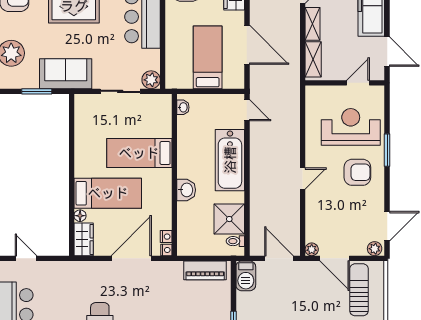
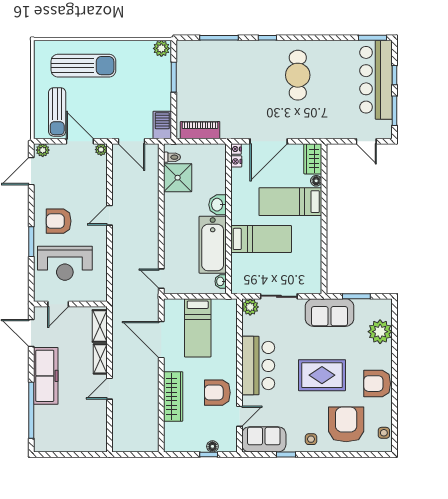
bathtub: (230, 160) -> (213, 245), moved, turned 180

